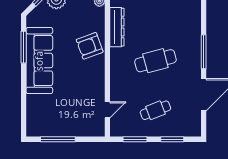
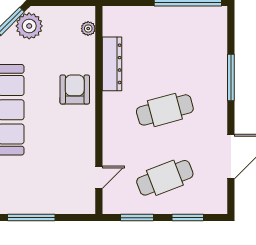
armchair: (90, 46) -> (75, 89), turned 110
window: (204, 52) -> (231, 77), moved
cafe table: (155, 110) -> (165, 178), width x1.37, depth x1.35

